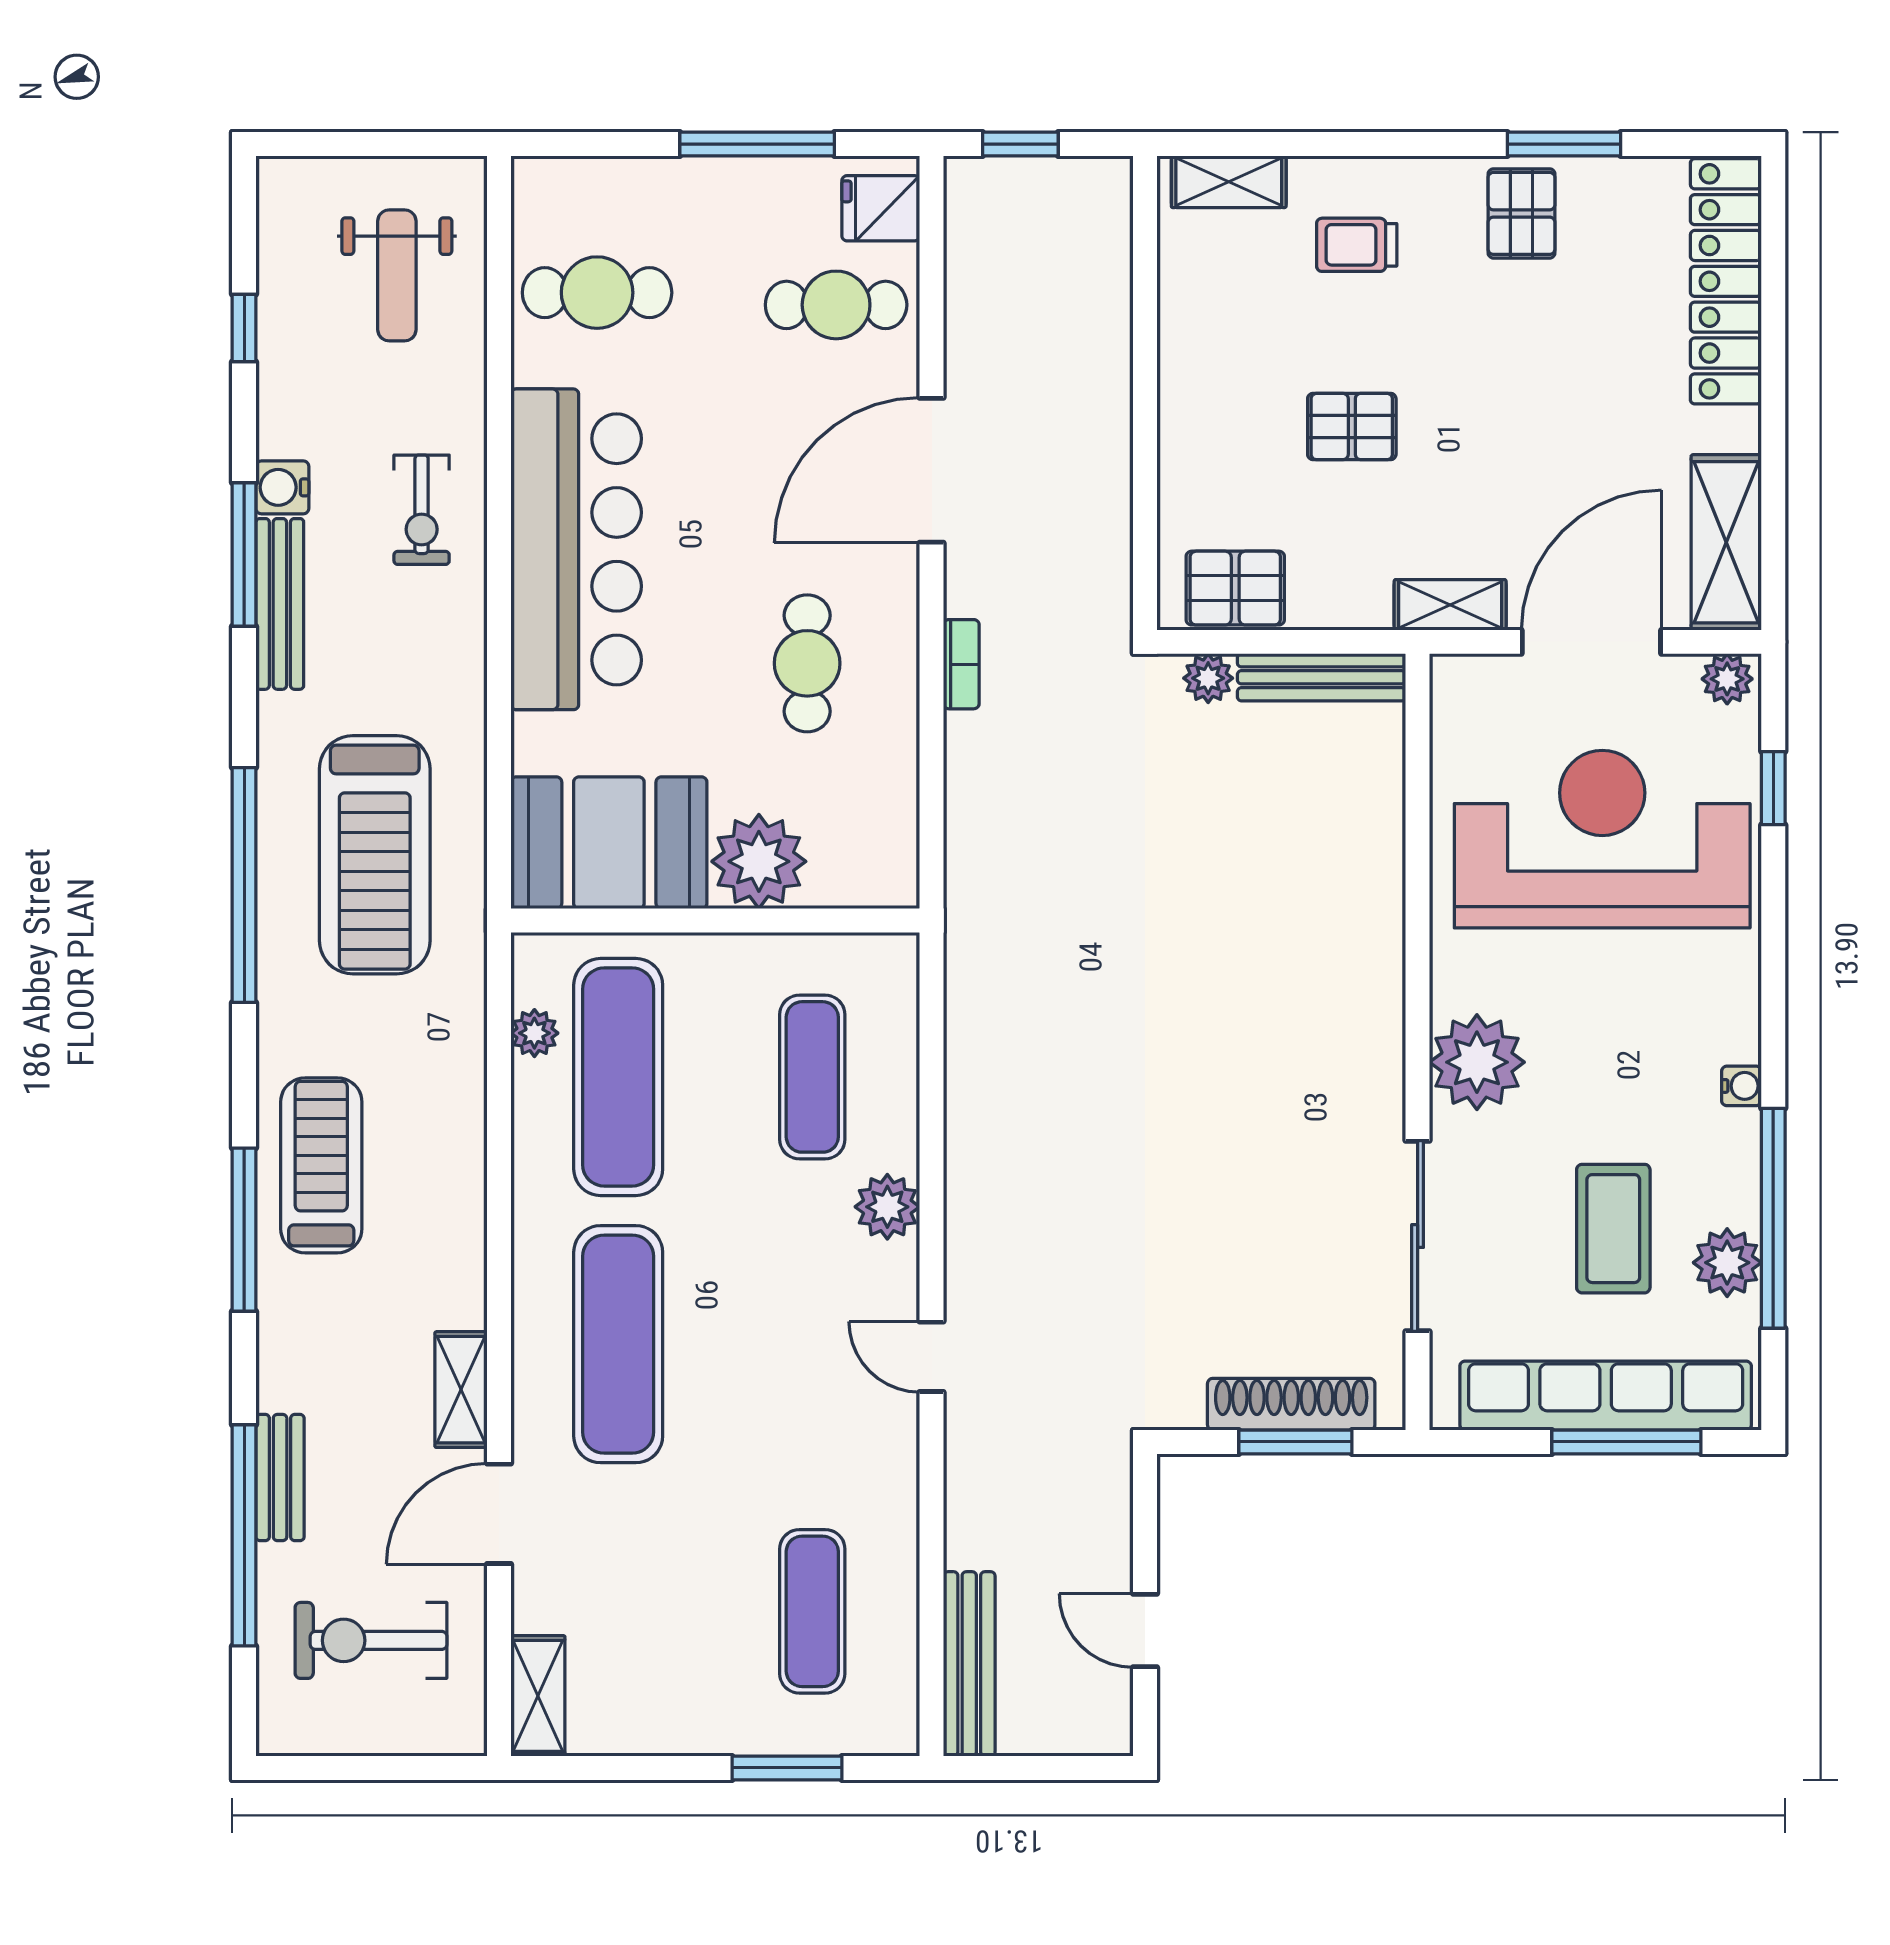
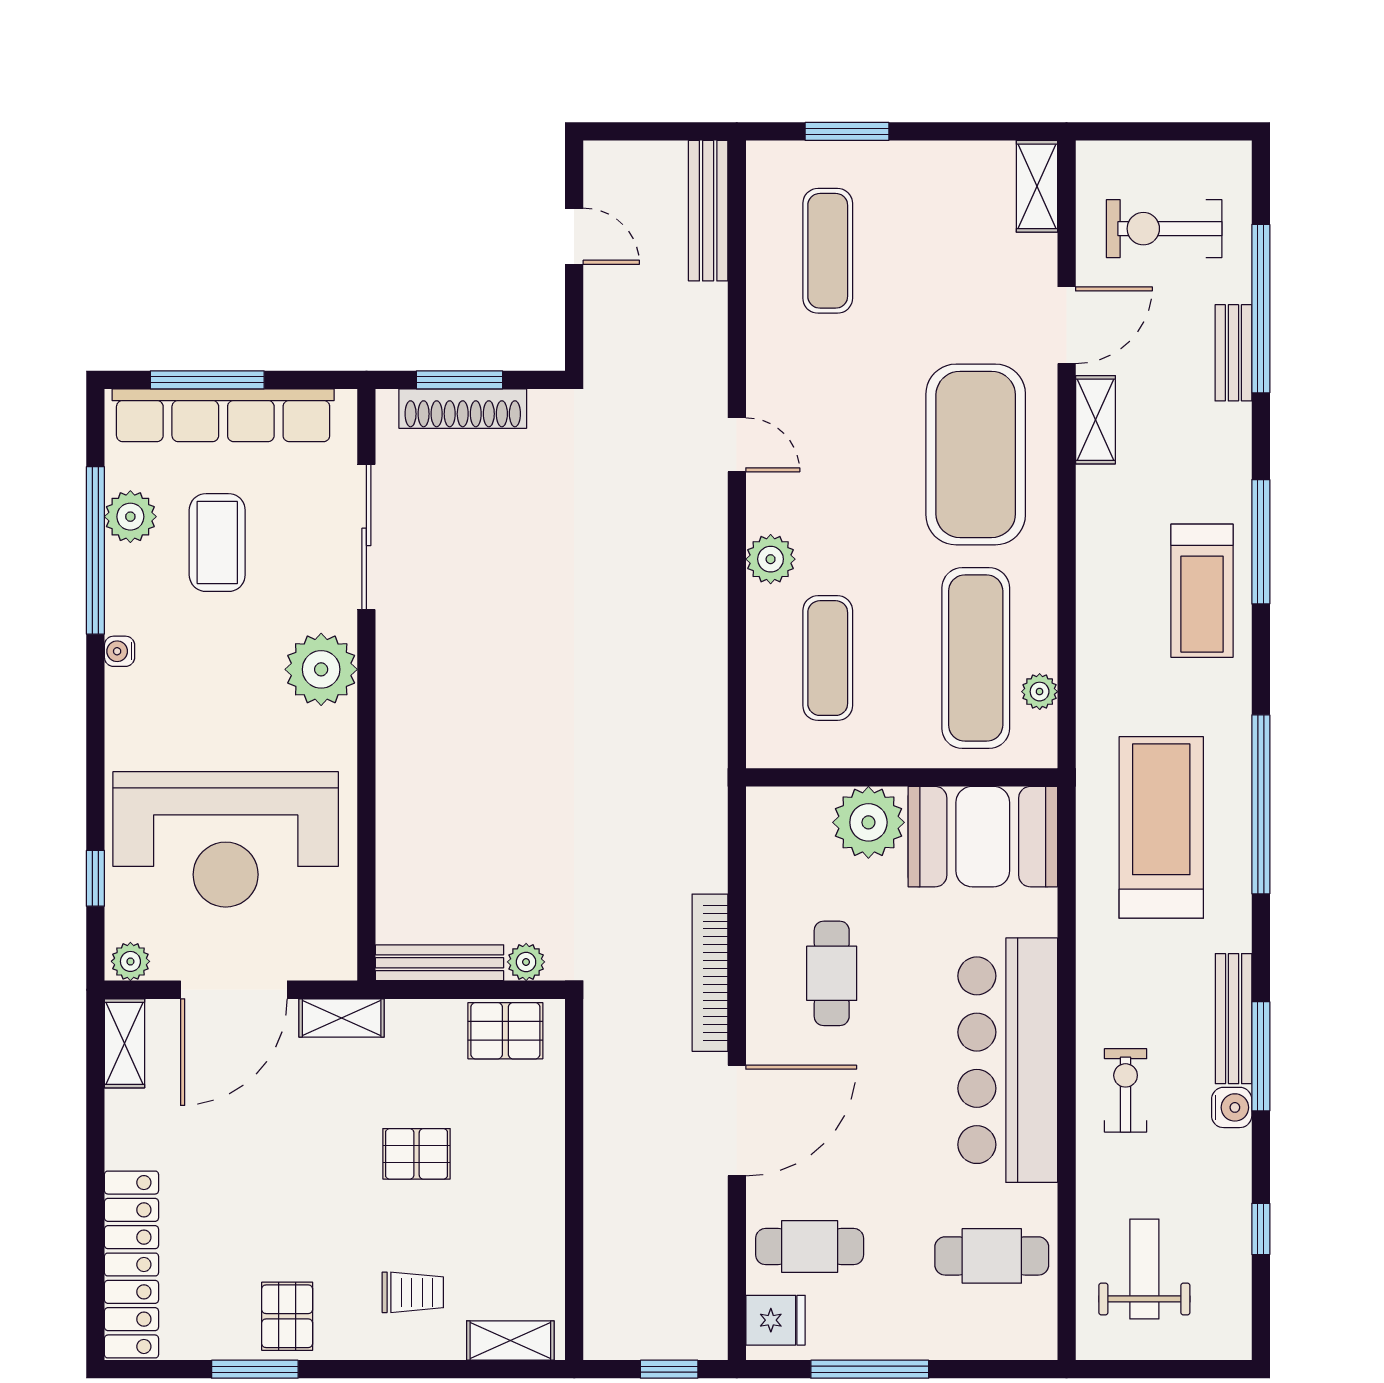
shelving: (1726, 542) -> (124, 1043), width x0.67, depth x0.75
bookcase: (961, 664) -> (710, 973), width x2.31, depth x1.31
exercise mat: (618, 1344) -> (976, 454), width x1.47
exercise bike: (371, 1640) -> (1164, 229), turned 180

